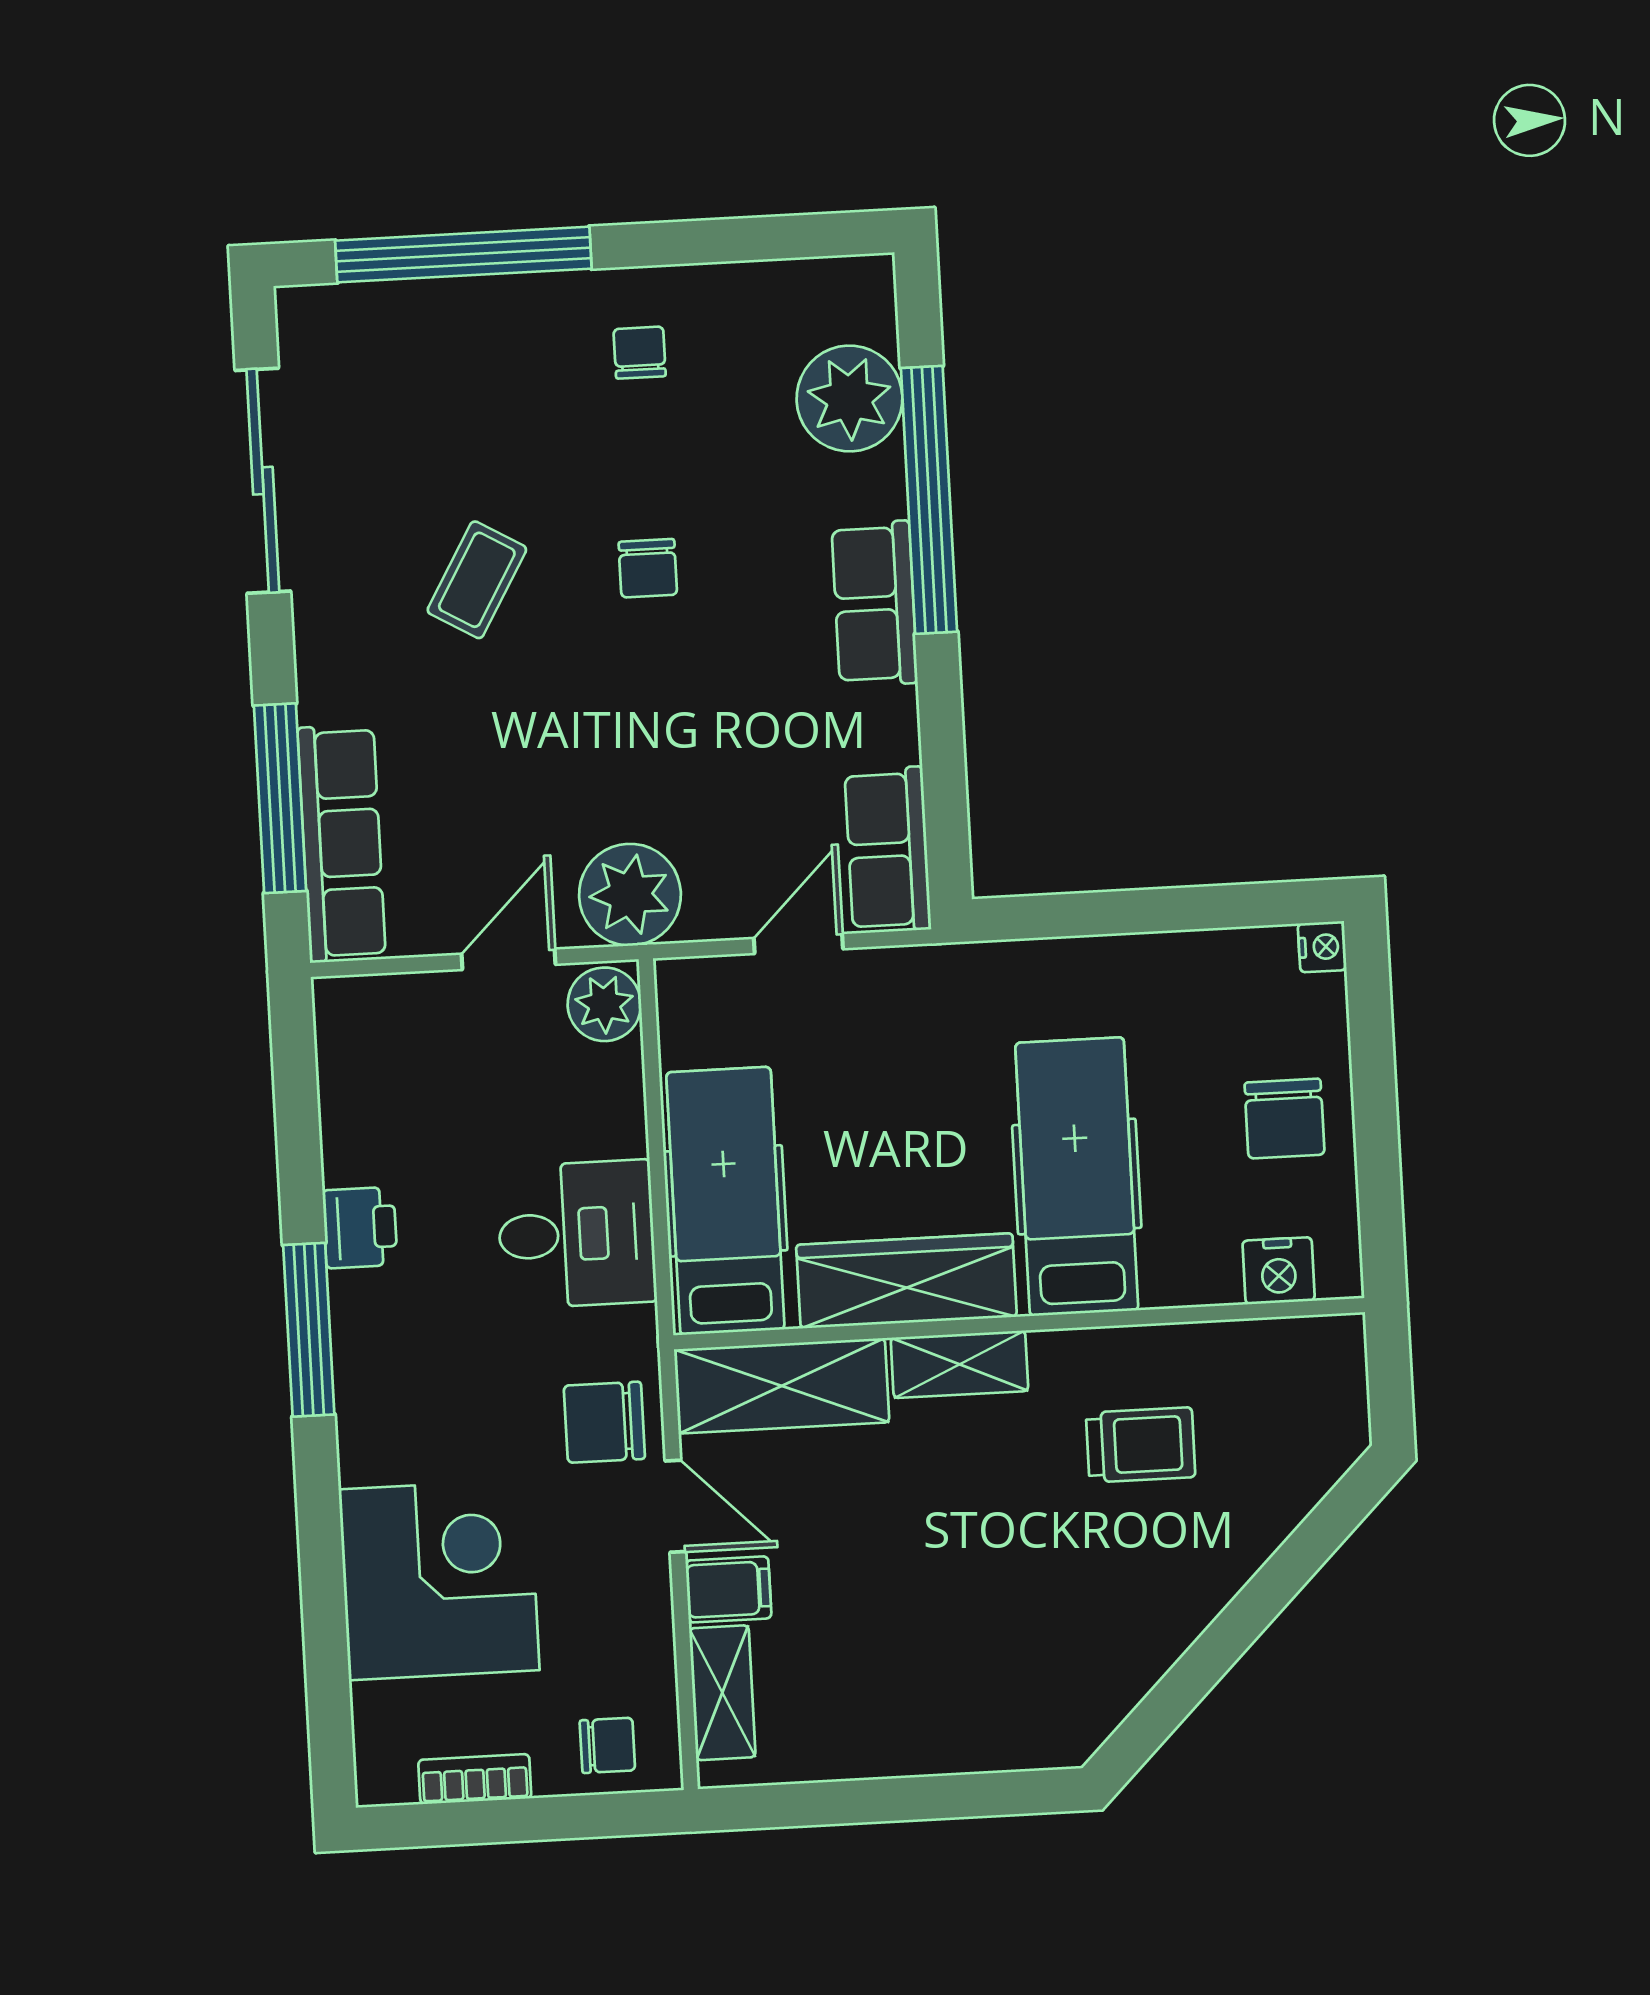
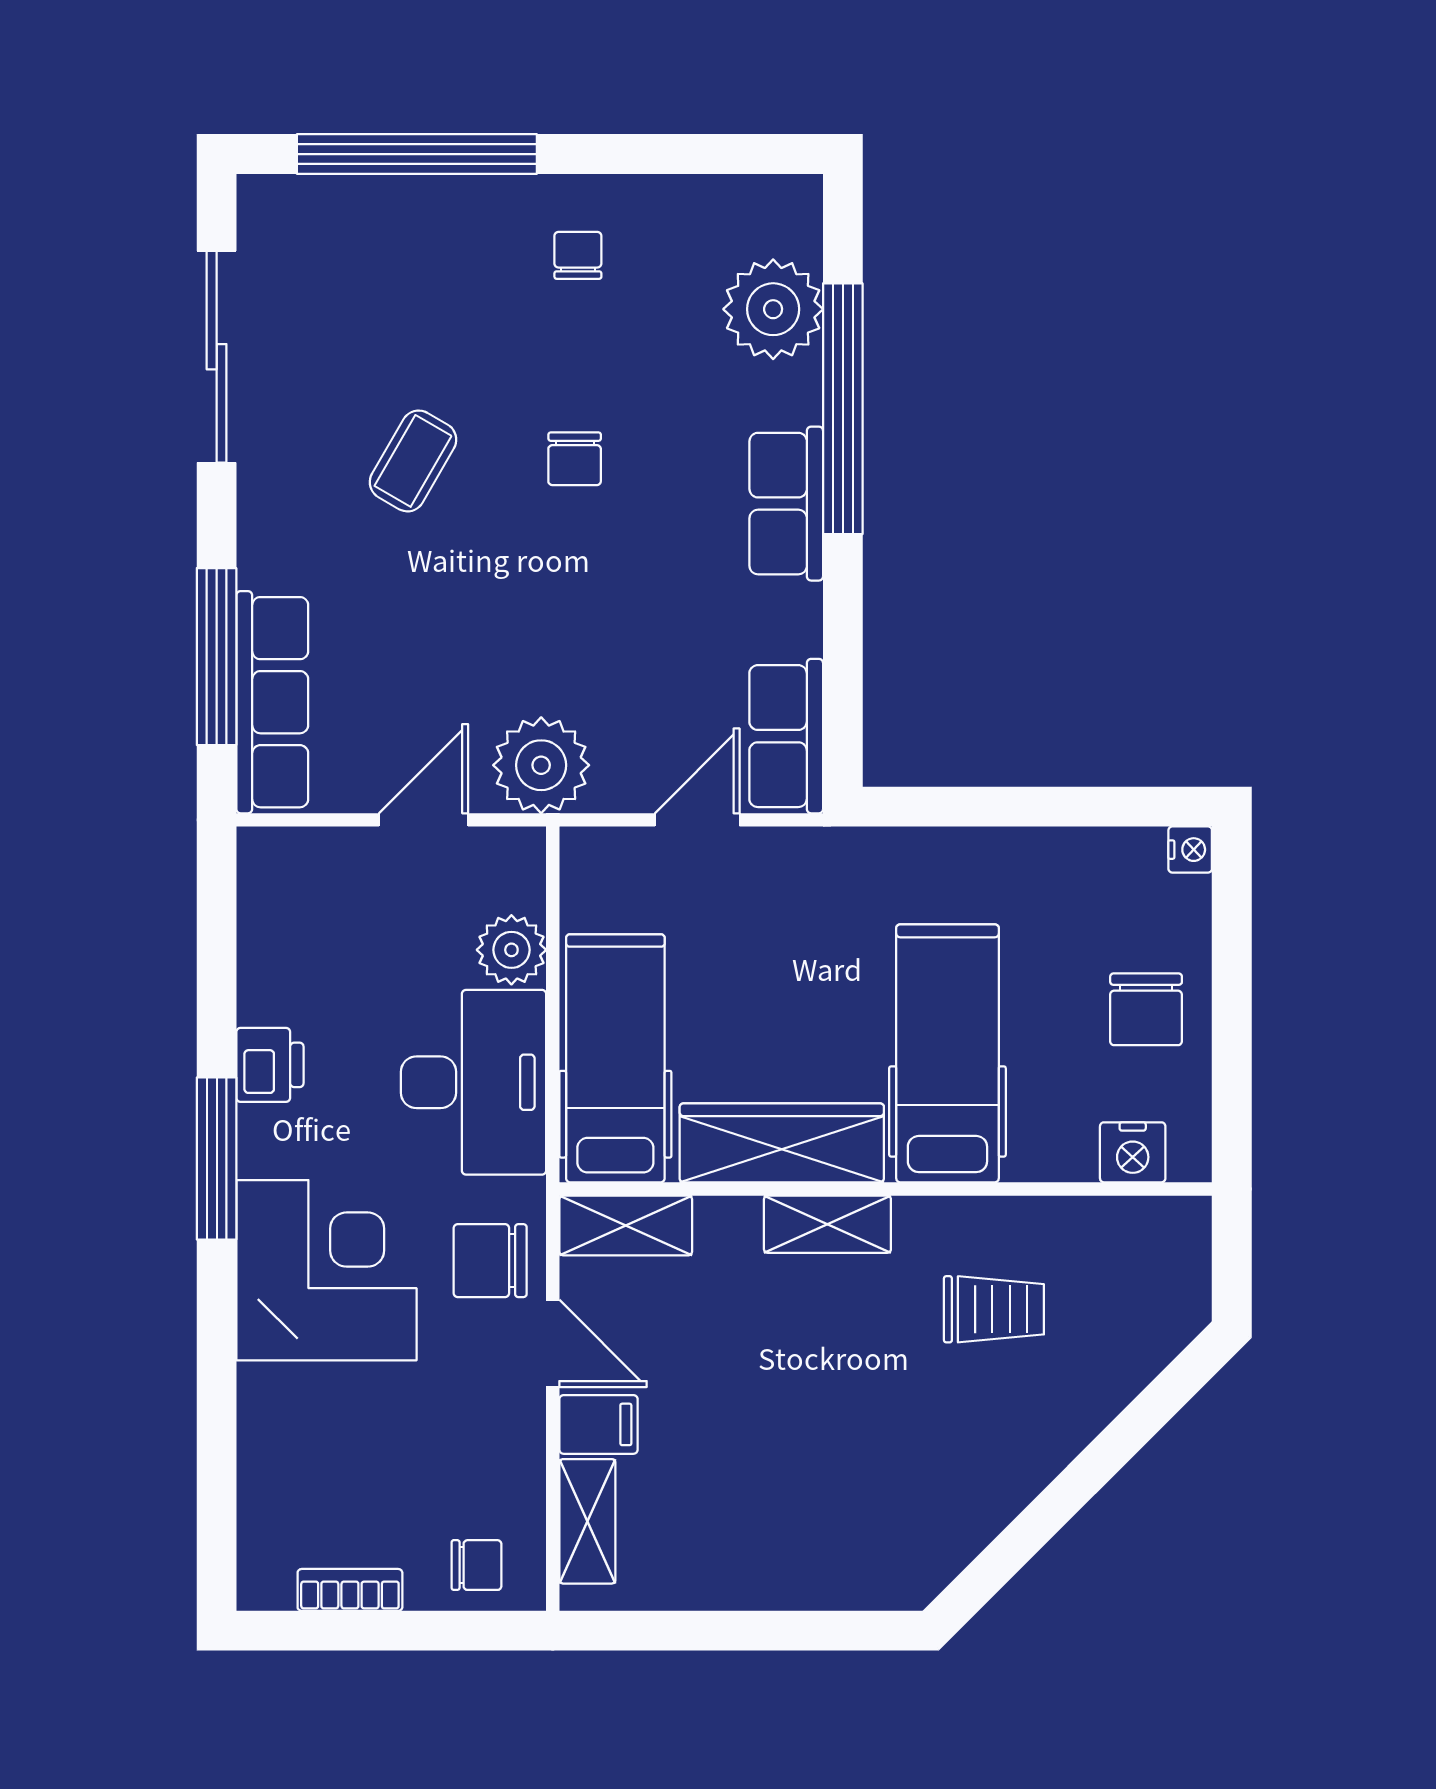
plant: (604, 1004) -> (511, 950), moved
desk: (577, 1234) -> (474, 1082), width x1.37
shelving: (782, 1386) -> (626, 1225), width x0.67, depth x0.75
corner desk: (439, 1580) -> (326, 1270), moved

